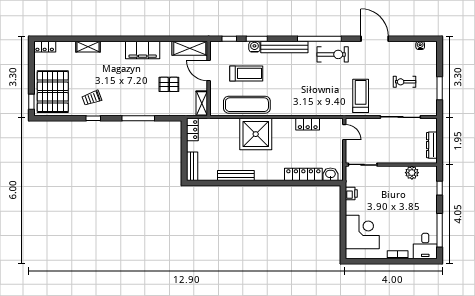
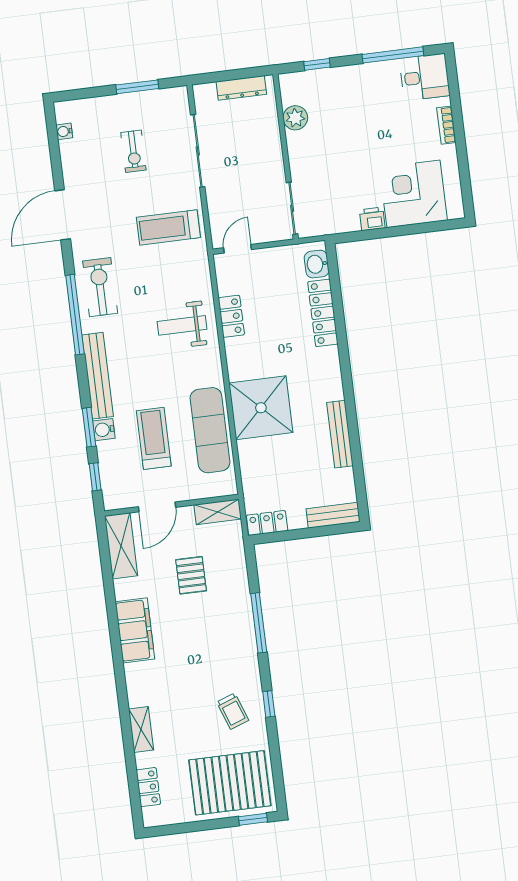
locker: (45, 47) -> (148, 787), moved
weight bench: (306, 97) -> (182, 325), added
printer: (351, 193) -> (372, 219), moved

